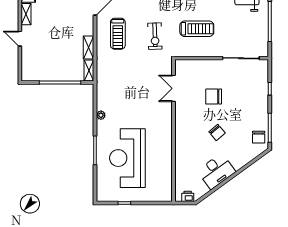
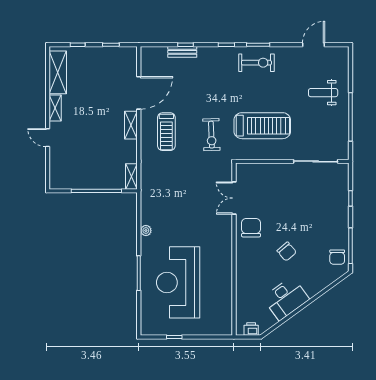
treadmill: (197, 29) -> (262, 126), width x1.37, depth x1.38
shelving: (89, 47) -> (131, 125), moved
chair: (214, 97) -> (251, 228), moved, turned 90

